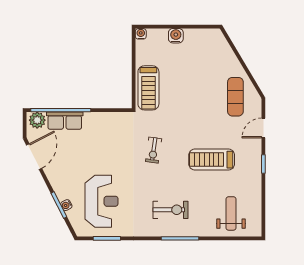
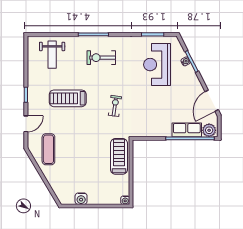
water cooler: (176, 36) -> (81, 199), moved
treadmill: (212, 160) -> (68, 98), turned 180

